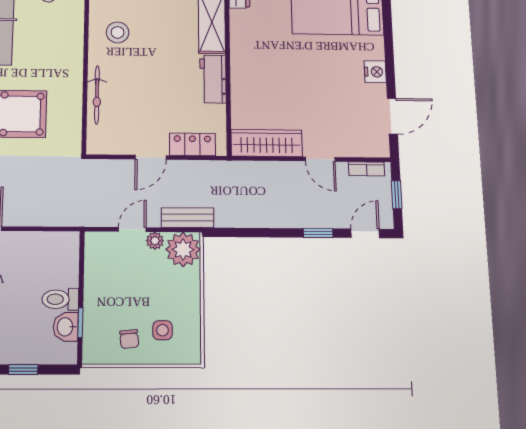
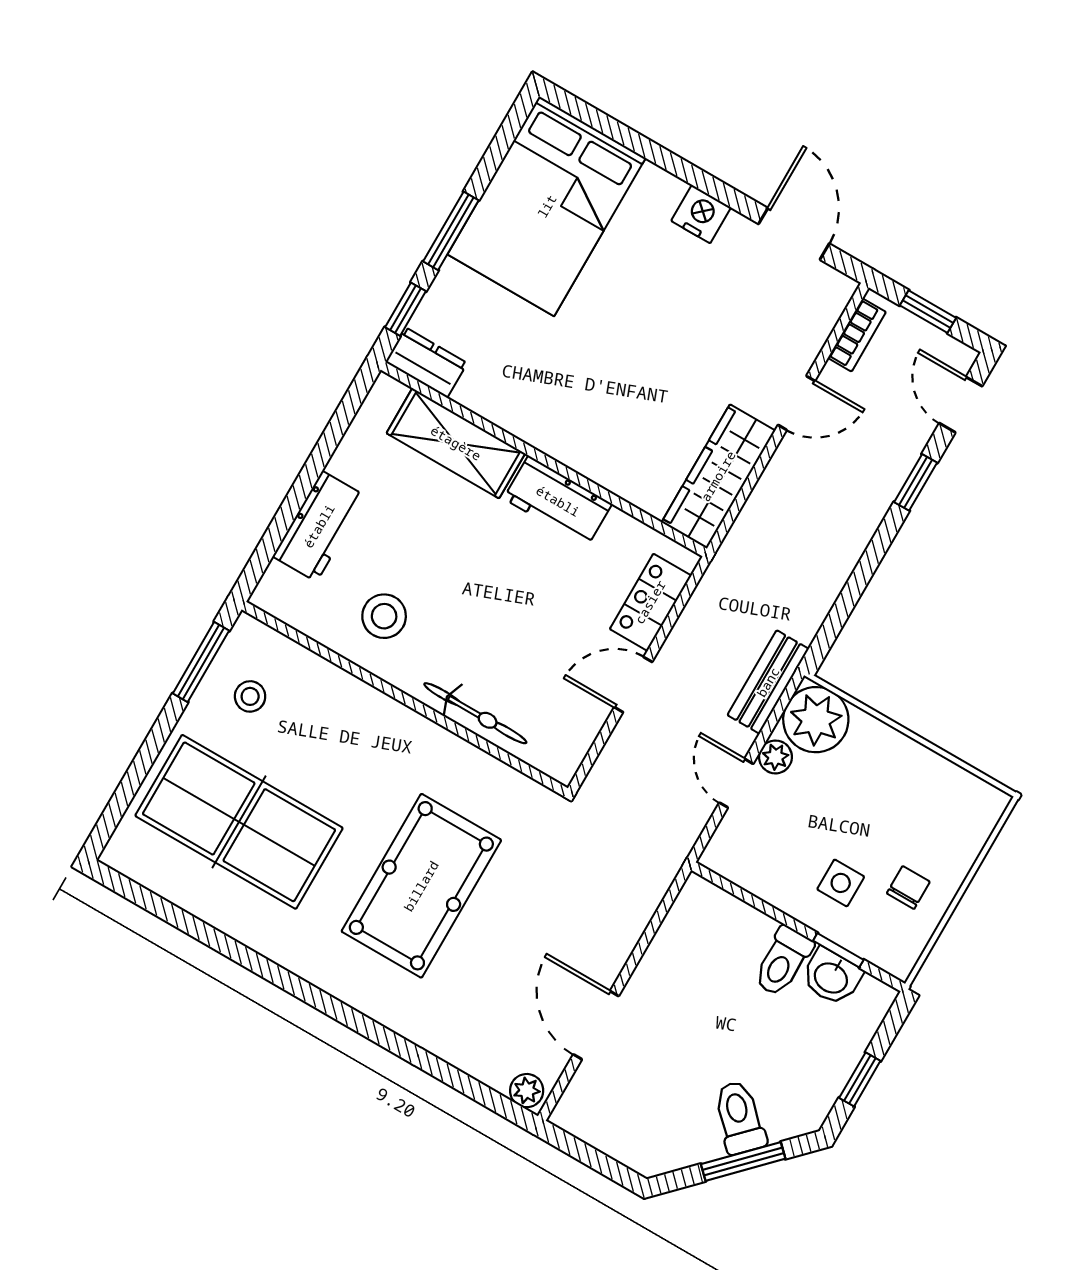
door: (151, 157) -> (633, 685), swing flipped
side table: (163, 330) -> (841, 883), moved
chair: (129, 339) -> (908, 887), turned -84

